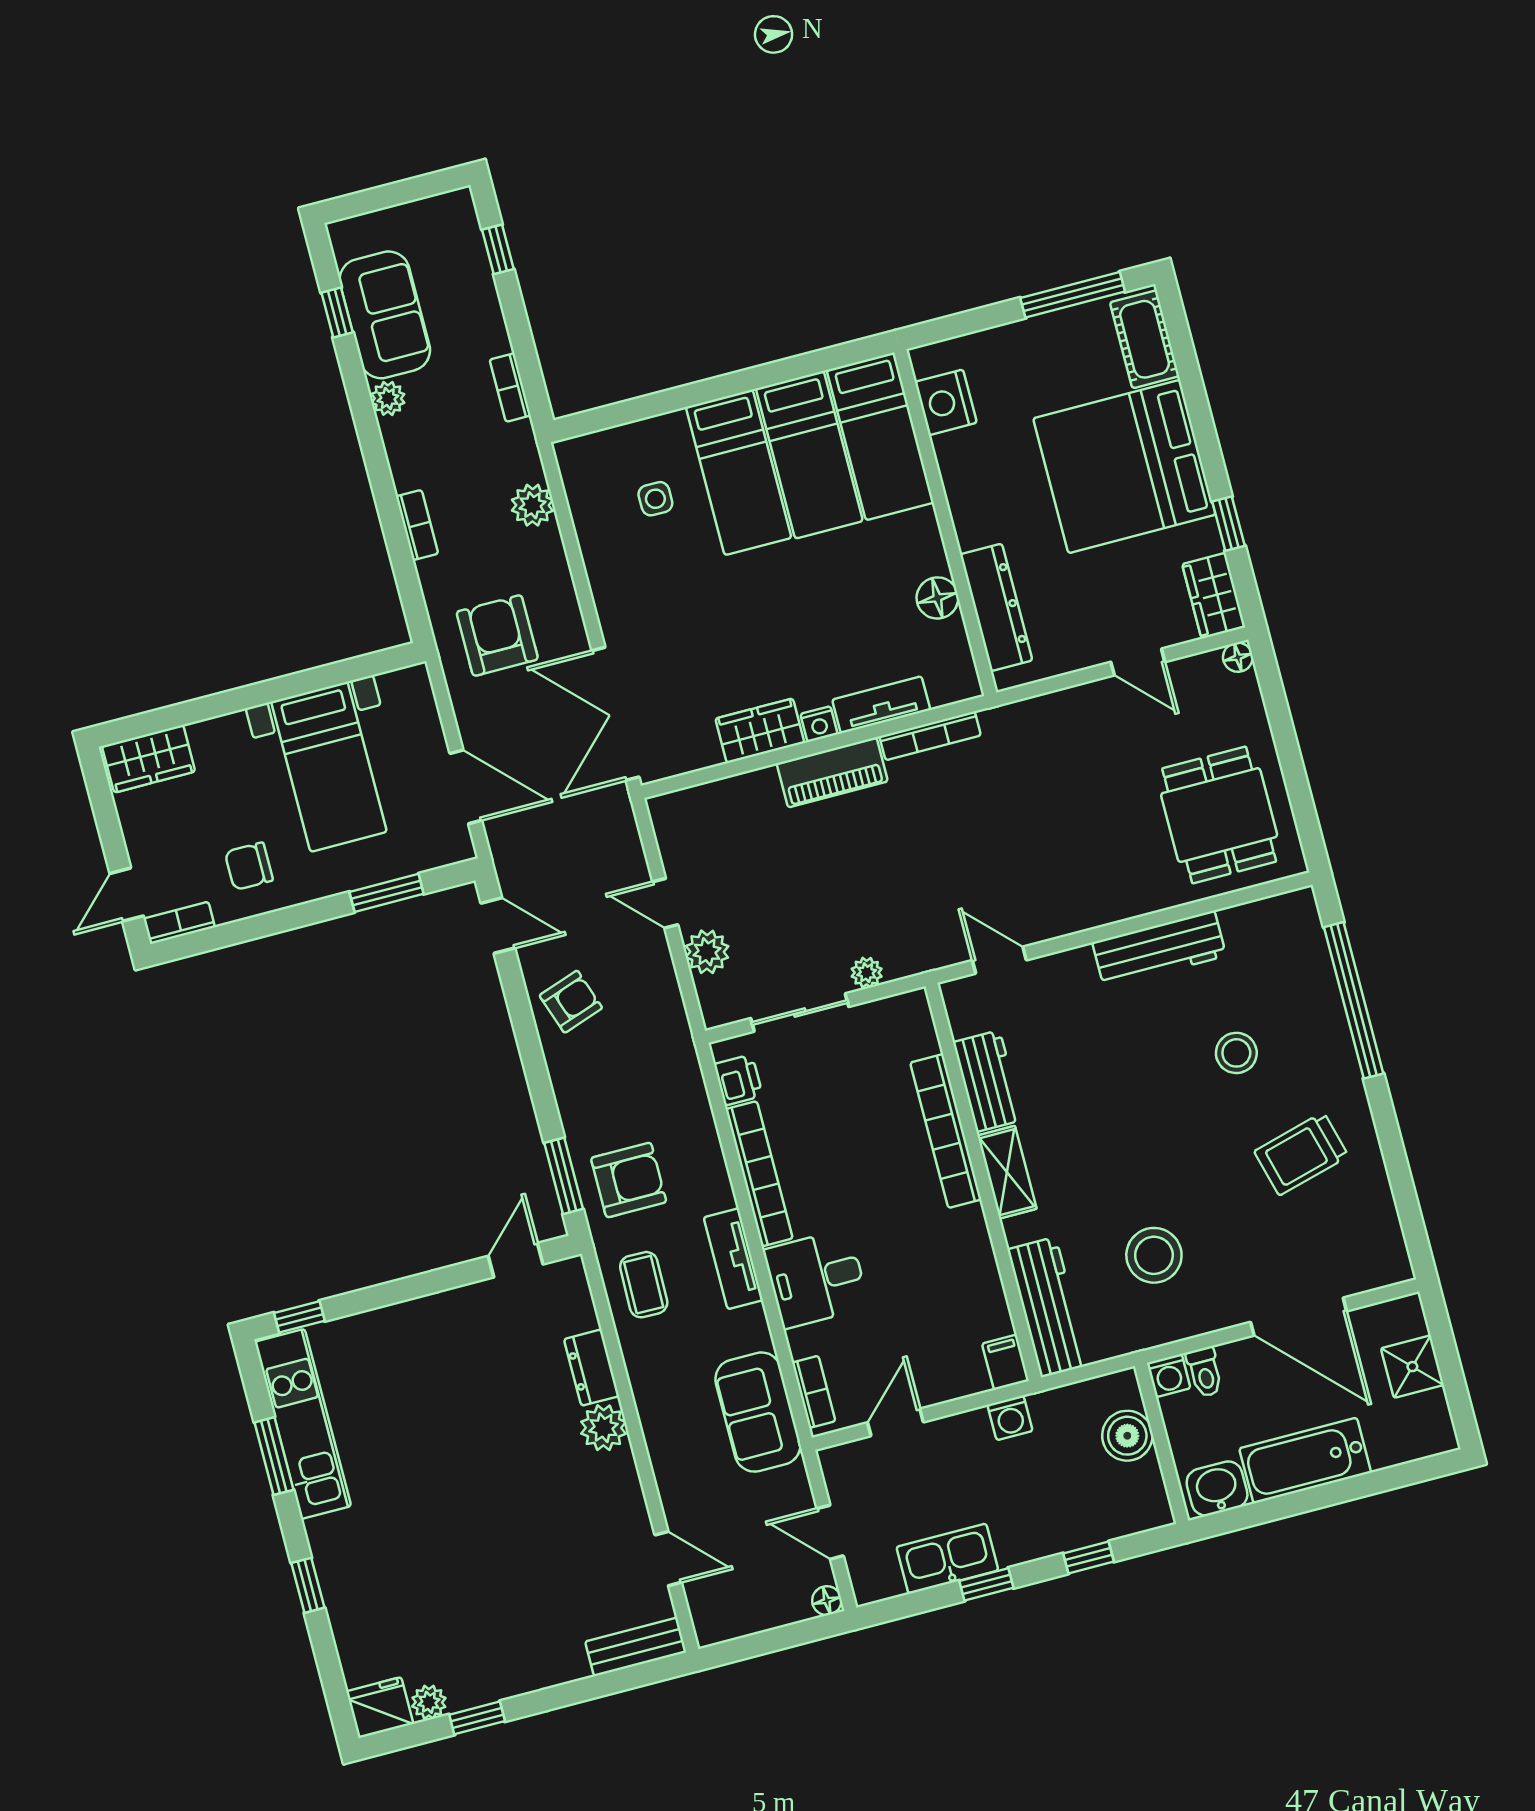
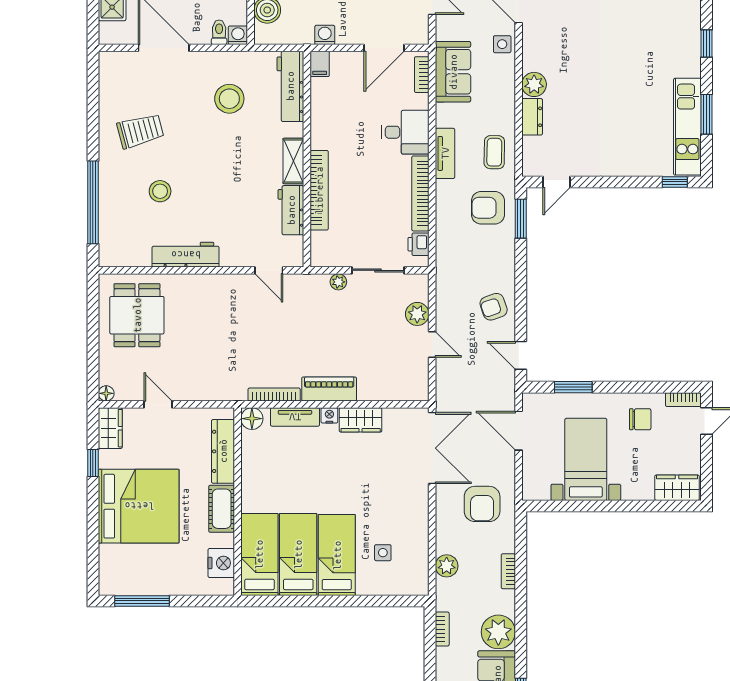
cot: (1145, 339) -> (222, 509), moved
plant: (388, 398) -> (498, 632), width x1.87, depth x1.87
floor lamp: (937, 598) -> (252, 419), moved
door: (895, 1422) -> (384, 48), width x1.38
side table: (681, 1486) -> (502, 44), added

